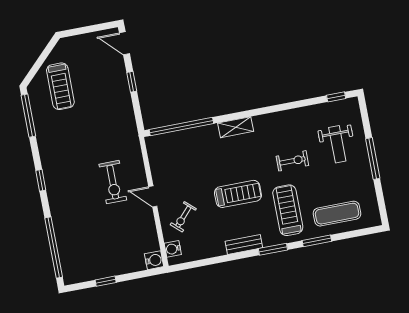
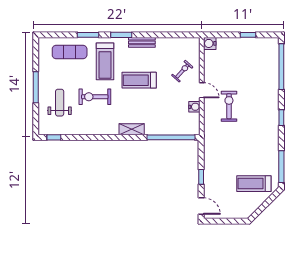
treadmill: (60, 86) -> (254, 184), turned -90
exercise bike: (292, 161) -> (95, 97), width x1.38, depth x1.39
water cooler: (173, 249) -> (194, 107), moved

